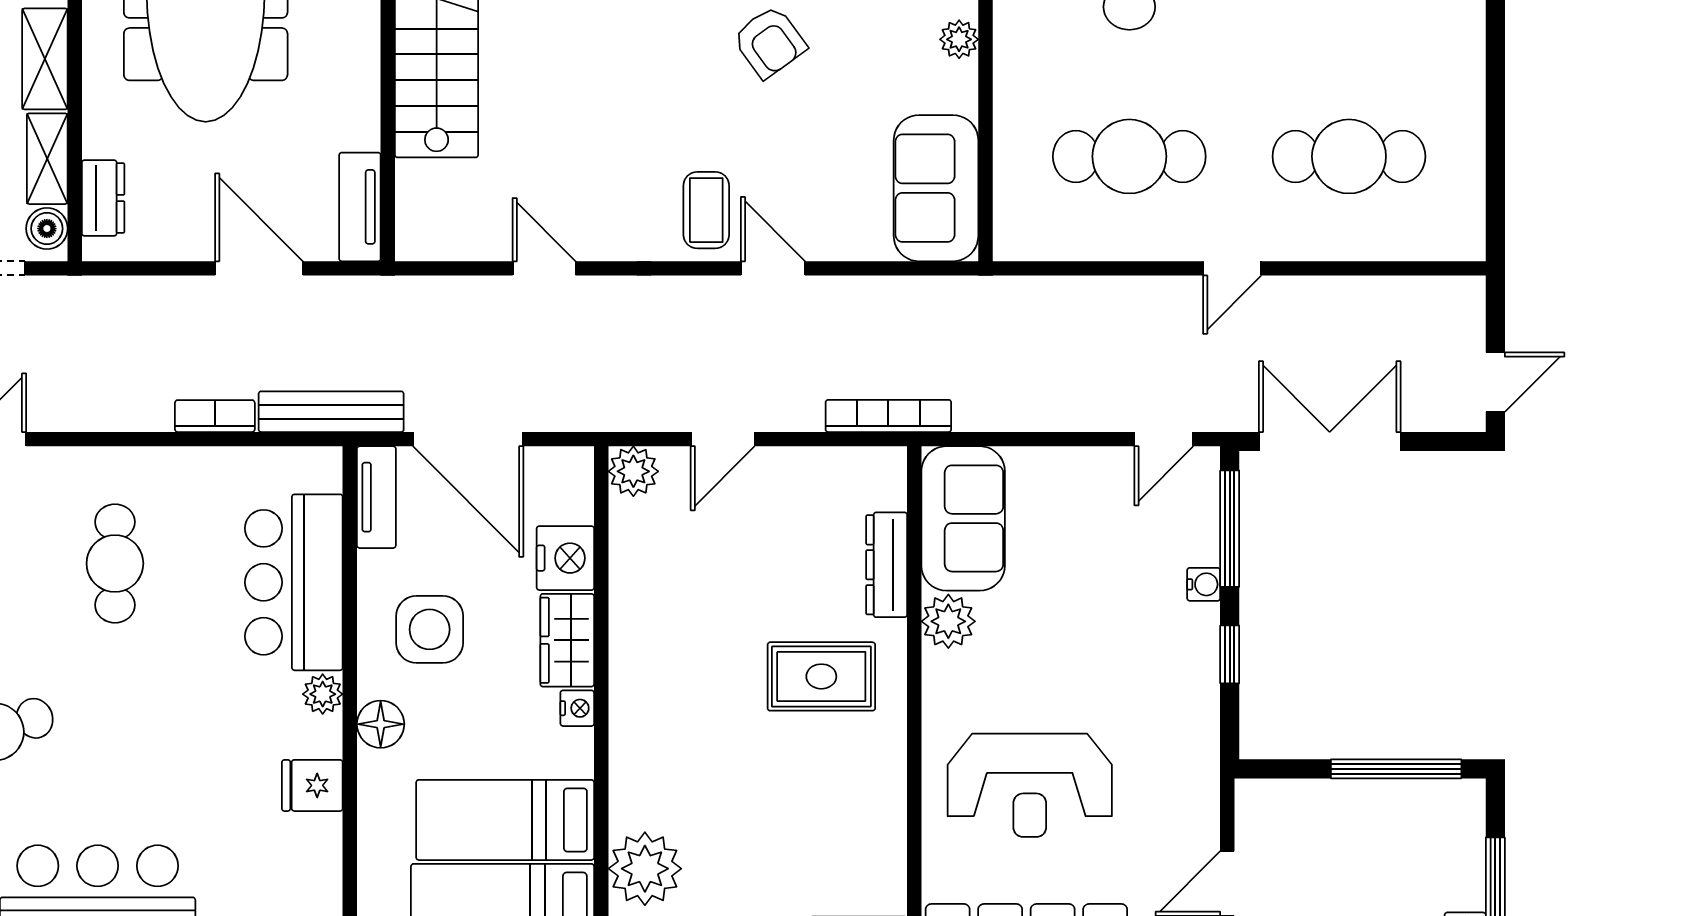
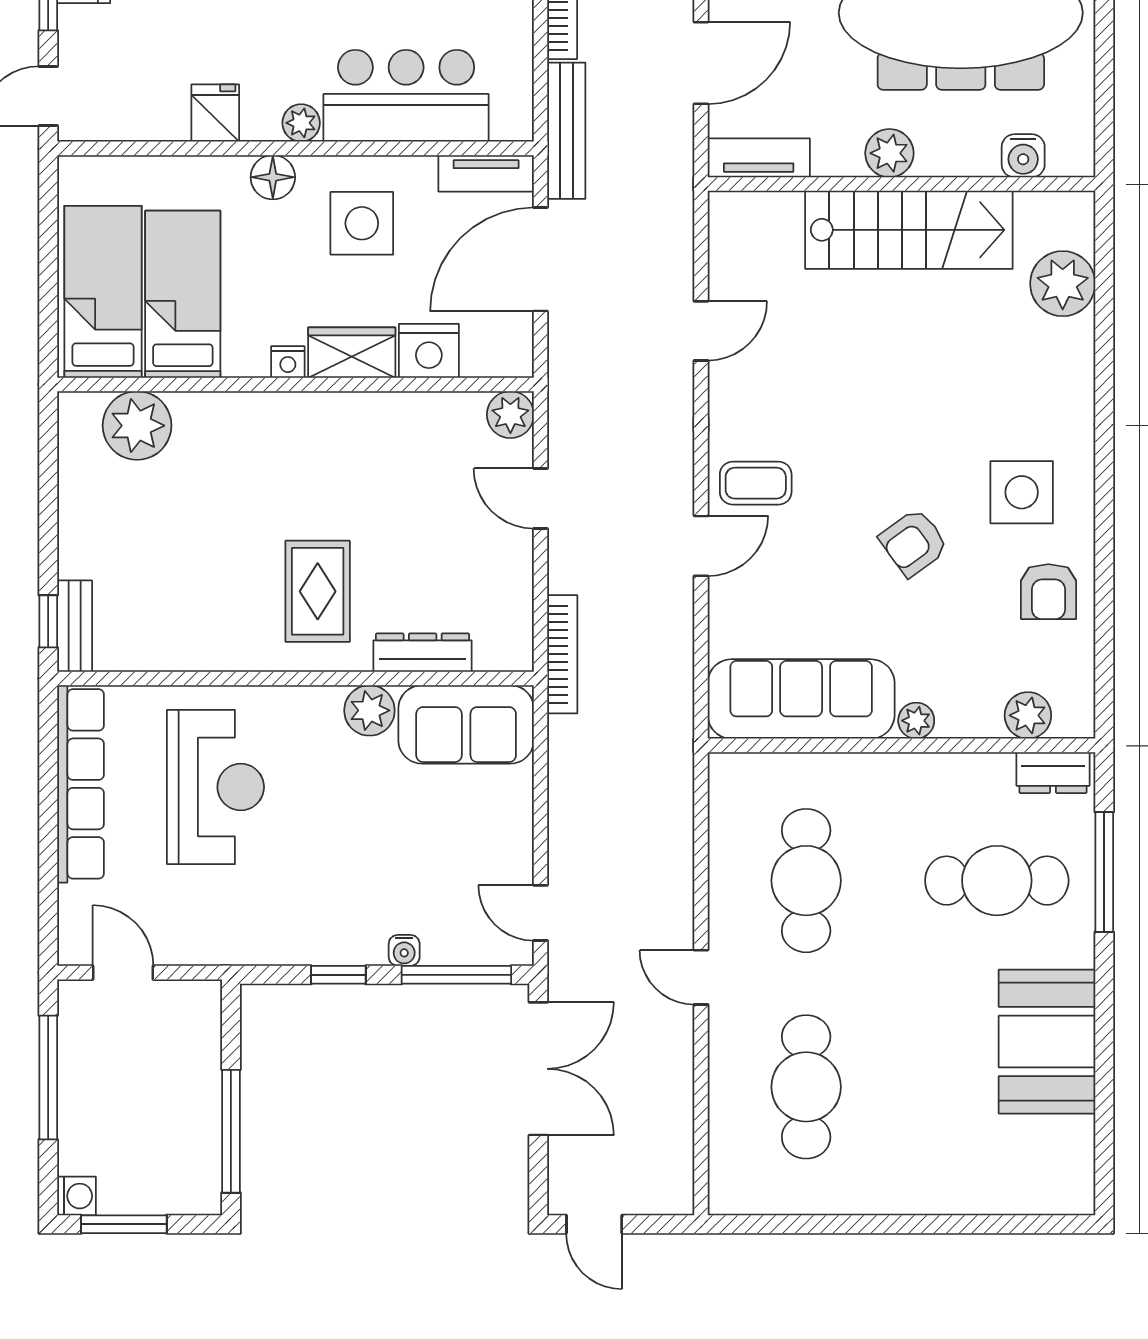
plant: (355, 68) -> (889, 153), added
sofa: (936, 188) -> (801, 699), width x1.36
reception desk: (1030, 785) -> (215, 787), turned 180

